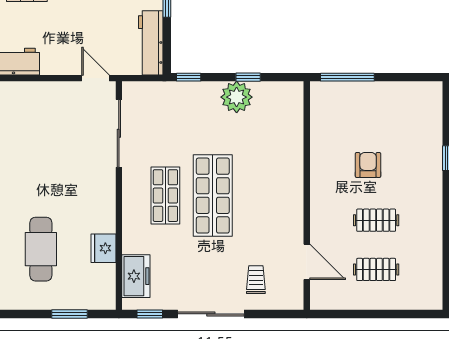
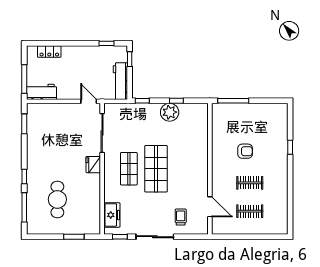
armchair: (368, 165) -> (245, 151), turned 90
fridge: (103, 248) -> (93, 165), moved

